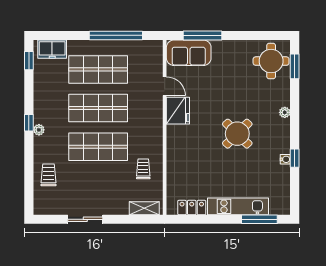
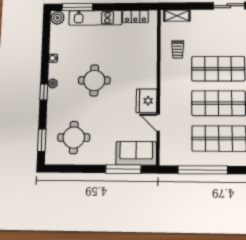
round table: (271, 61) -> (74, 138), moved
plant: (285, 112) -> (53, 84), moved
round table: (237, 134) -> (94, 80), turned 45
window: (295, 158) -> (44, 92), moved
plant: (282, 207) -> (57, 18), added

